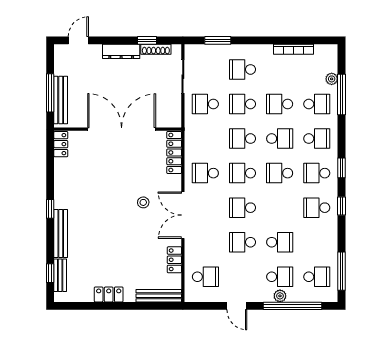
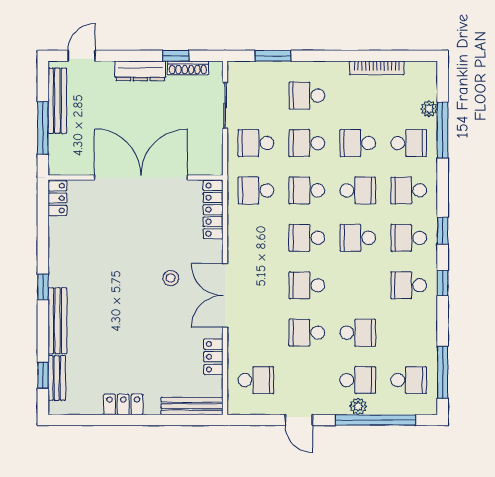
bench: (61, 100) -> (57, 101), moved
school desk: (317, 139) -> (409, 190), turned 180
school desk: (205, 173) -> (256, 190), moved

